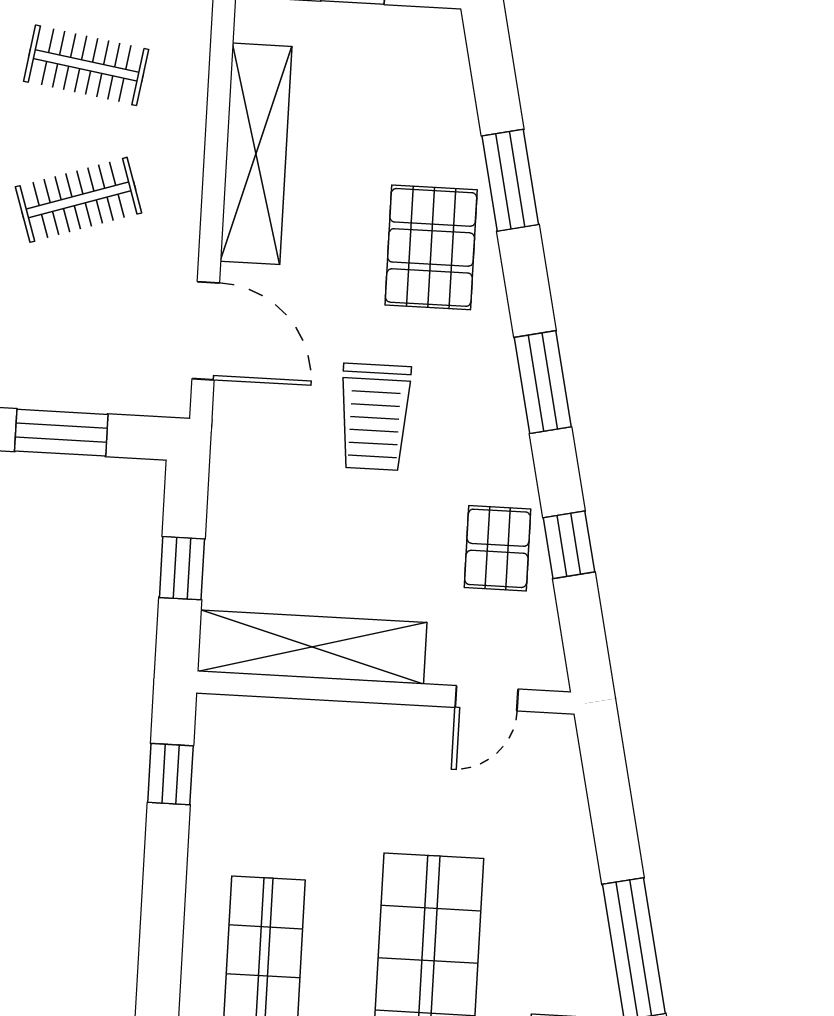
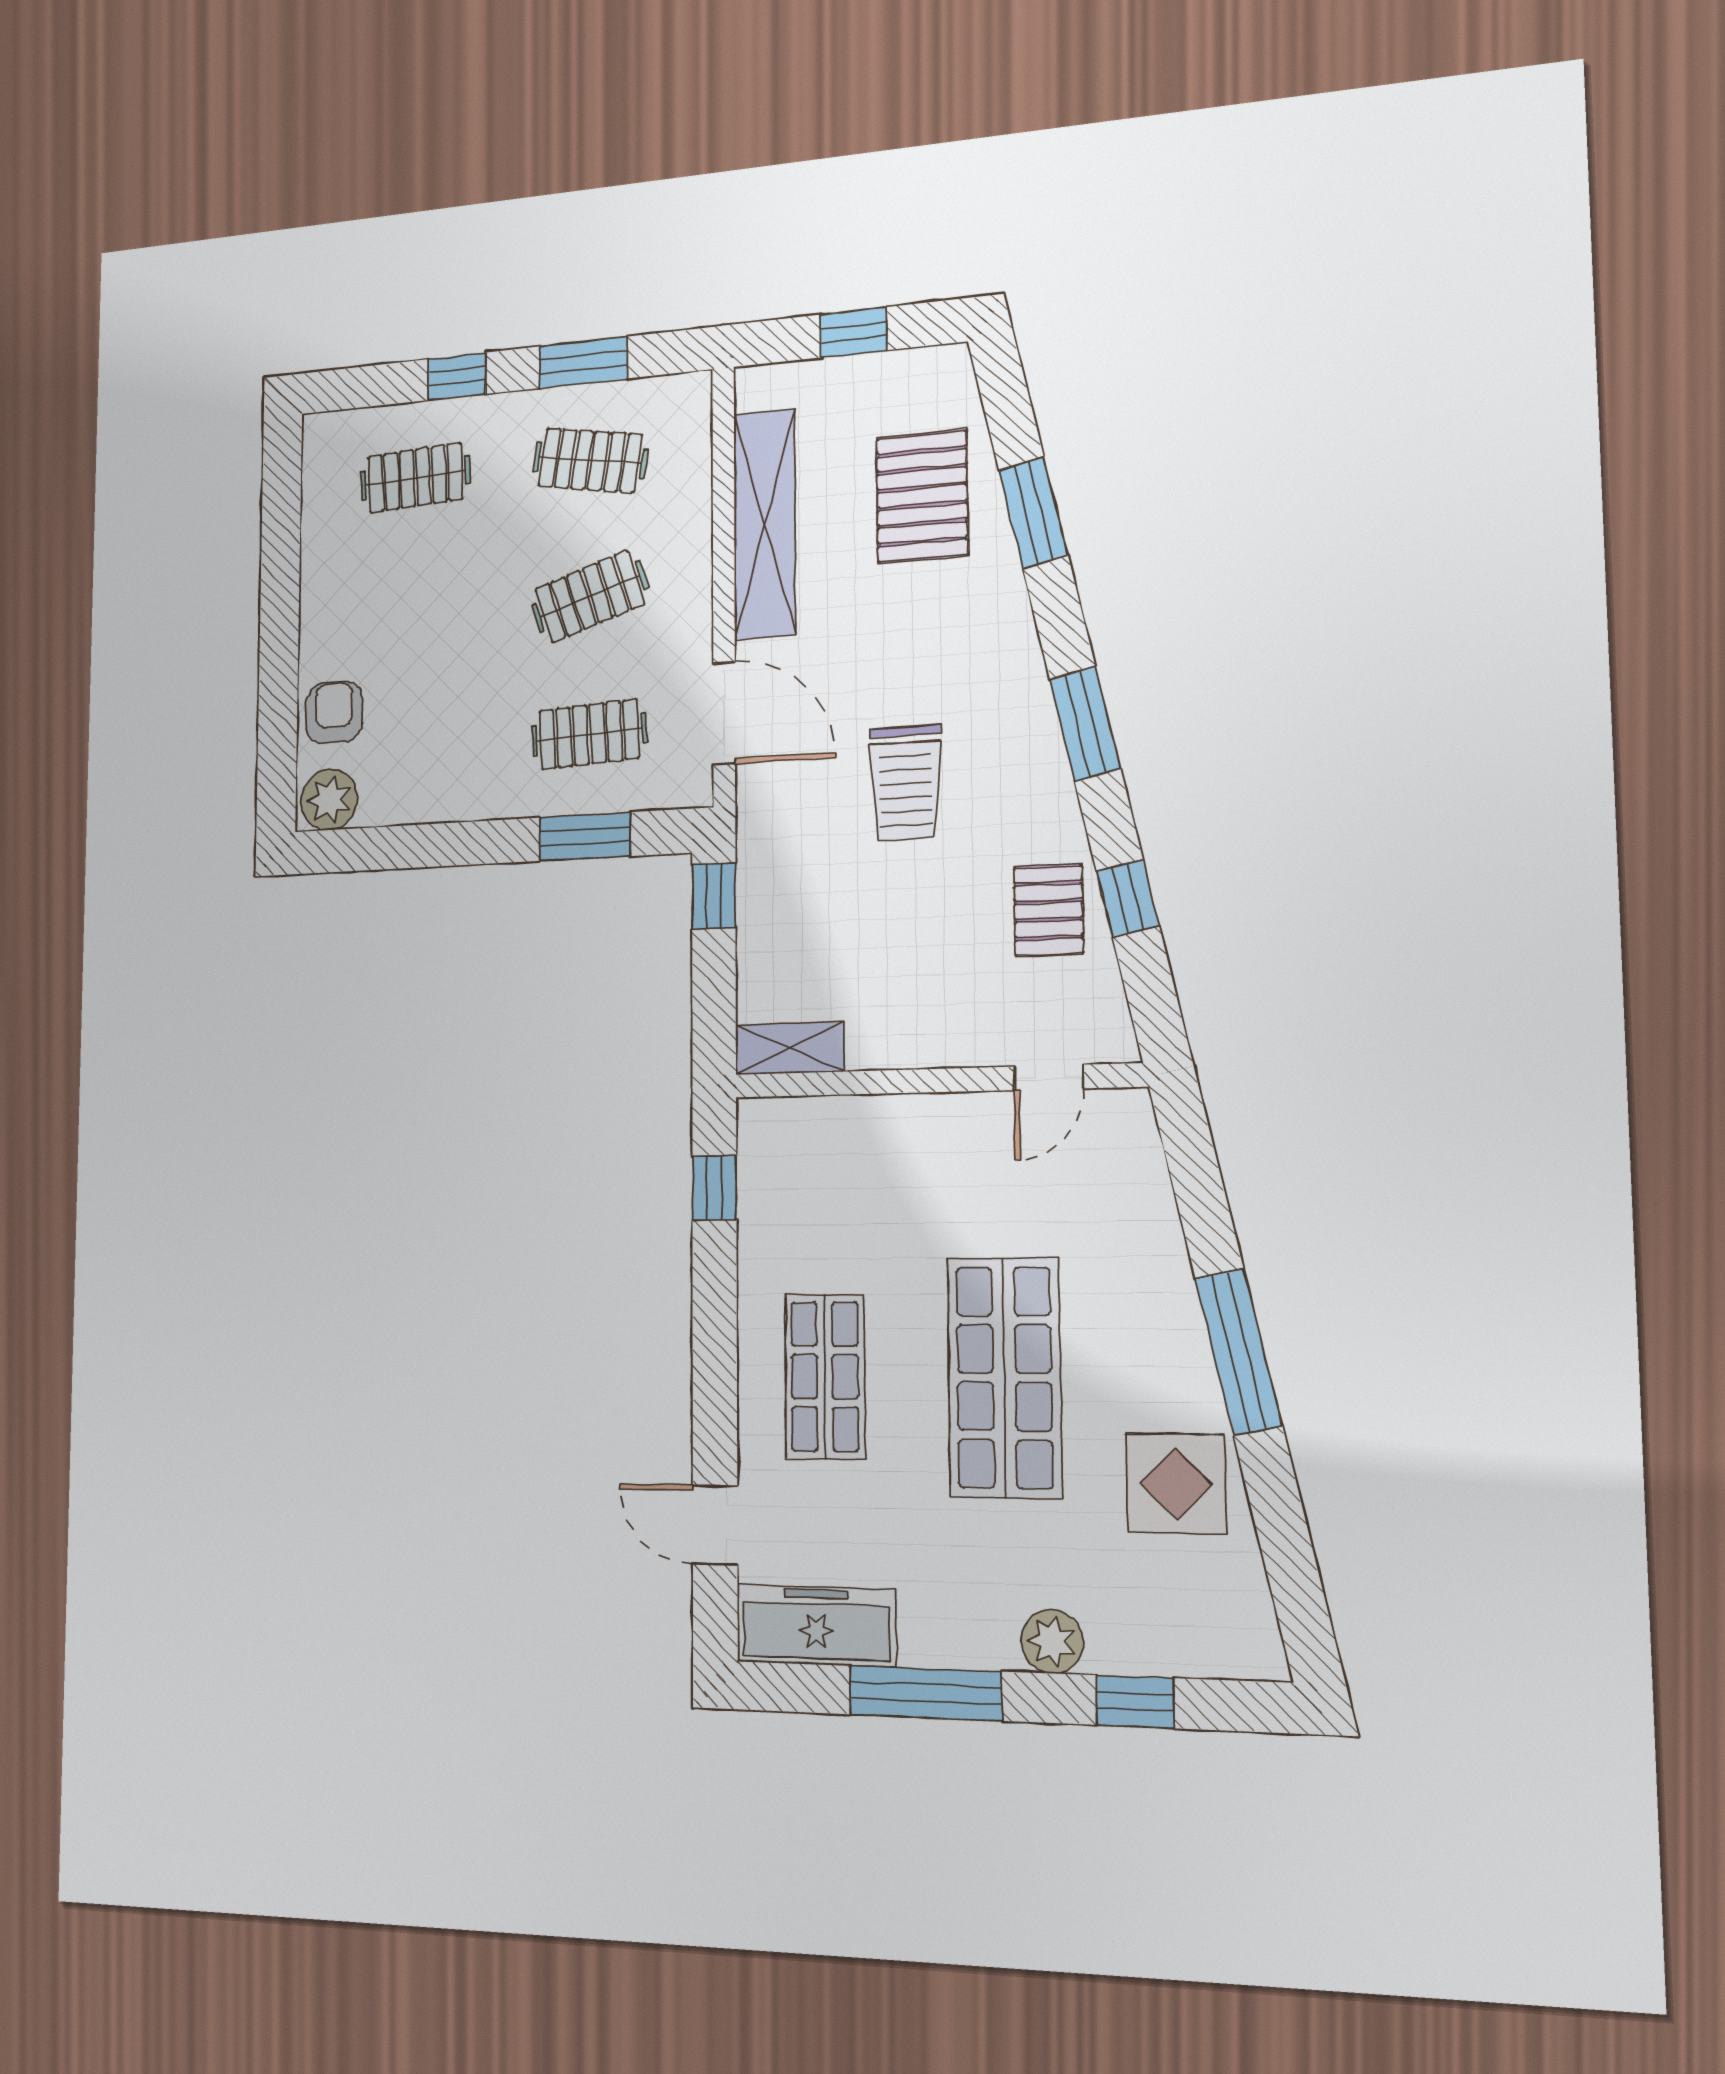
pallet: (431, 247) -> (922, 496), moved
clothes rail: (71, 334) -> (589, 734), added
window: (182, 568) -> (714, 896), moved
shelving: (312, 647) -> (790, 1048), width x0.45, depth x0.75

